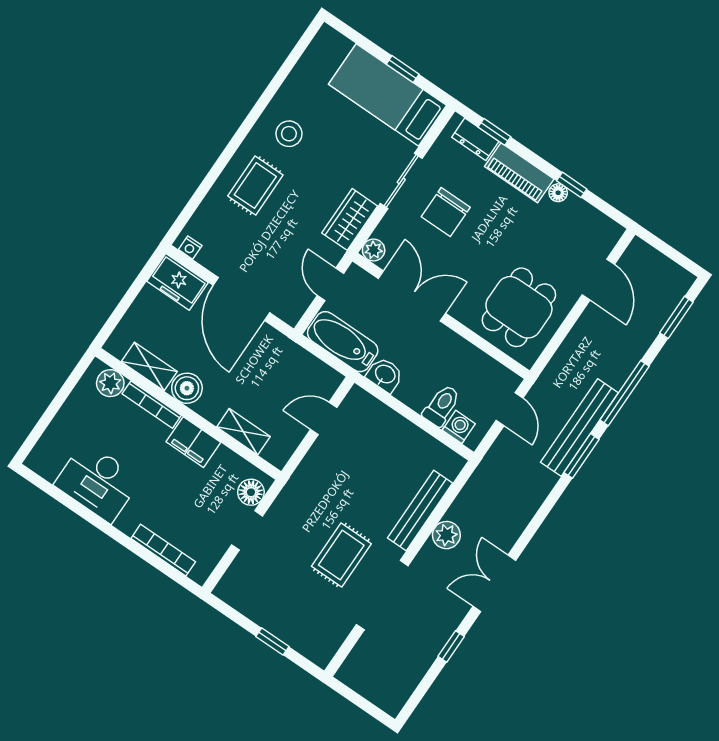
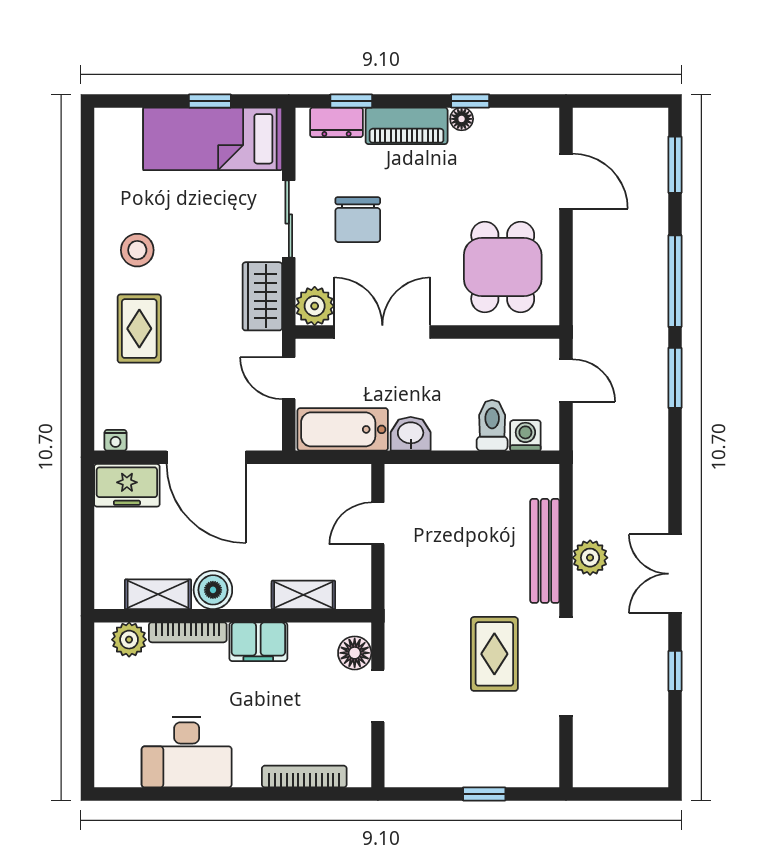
plant: (374, 250) -> (315, 306), width x1.38, depth x1.38
bench: (579, 427) -> (652, 350), removed

